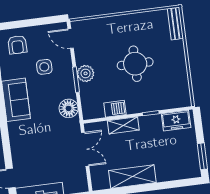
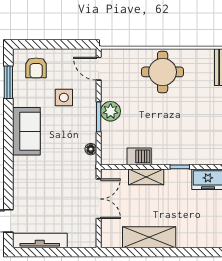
round table: (135, 64) -> (163, 72), moved
floor lamp: (69, 108) -> (91, 149), width x0.53, depth x0.53

